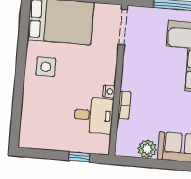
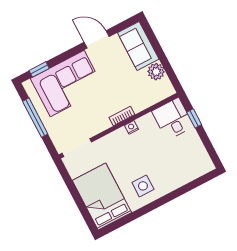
bookcase: (124, 105) -> (122, 116), moved
desk: (94, 115) -> (173, 119), moved

